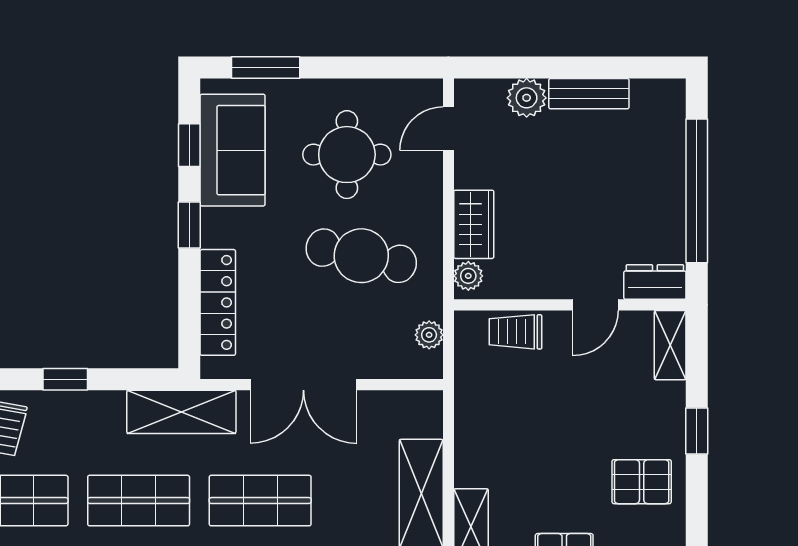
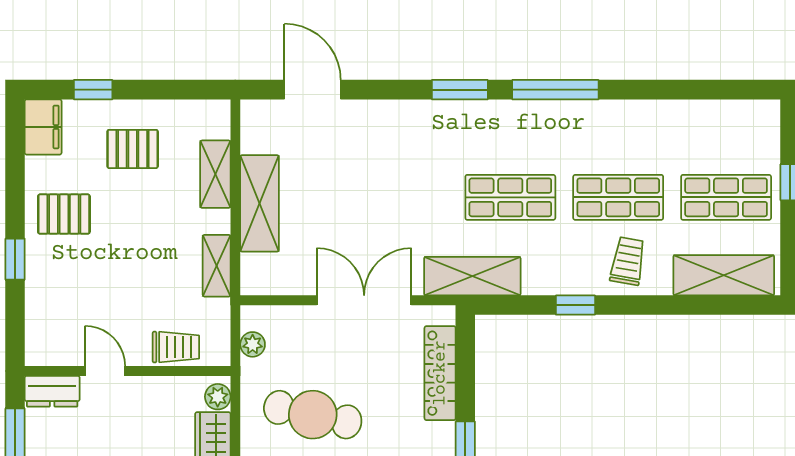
door: (595, 305) -> (105, 371), hinge flipped
shelving: (670, 345) -> (217, 266), moved
shop shelf: (260, 501) -> (402, 197), removed

